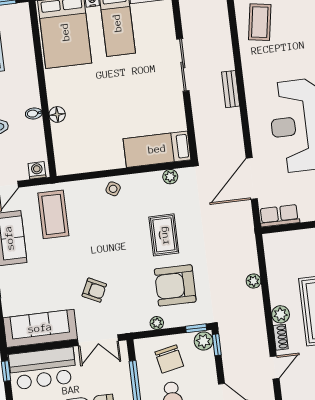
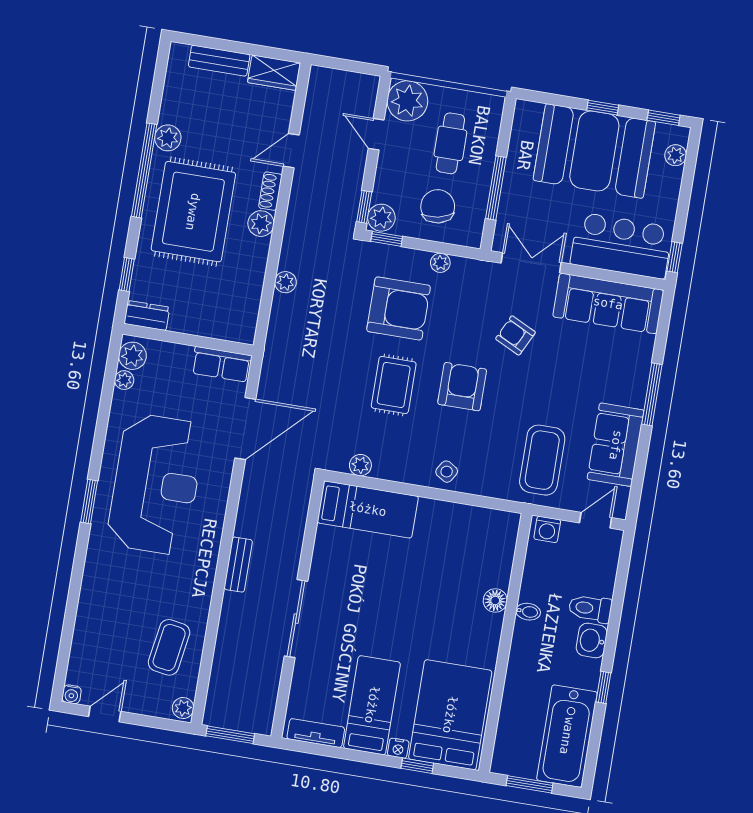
armchair: (119, 247) -> (462, 387), added

